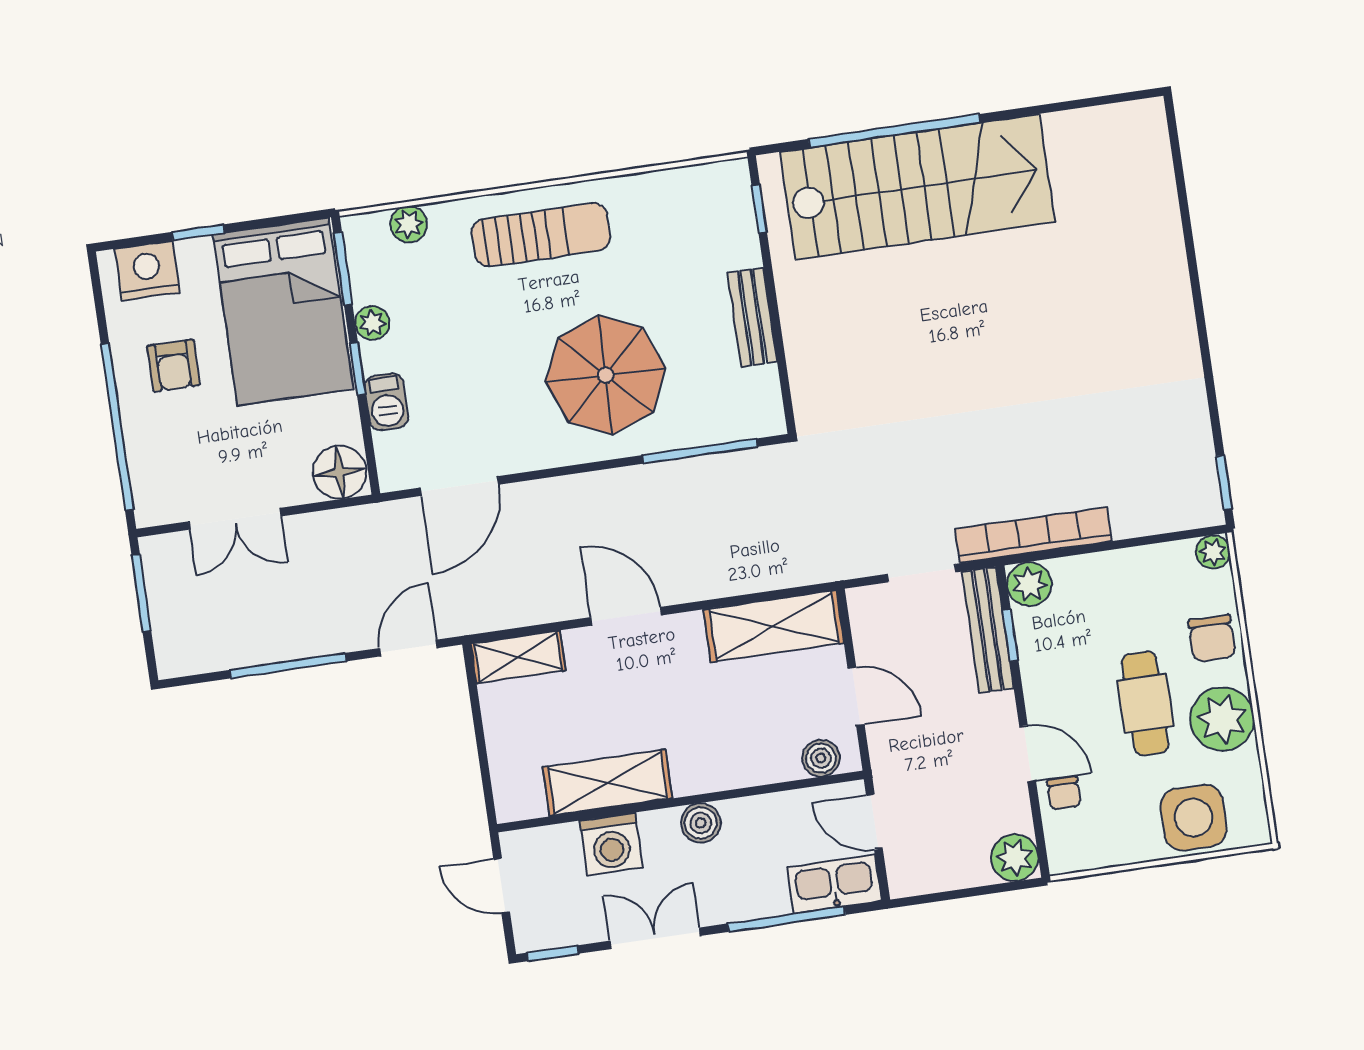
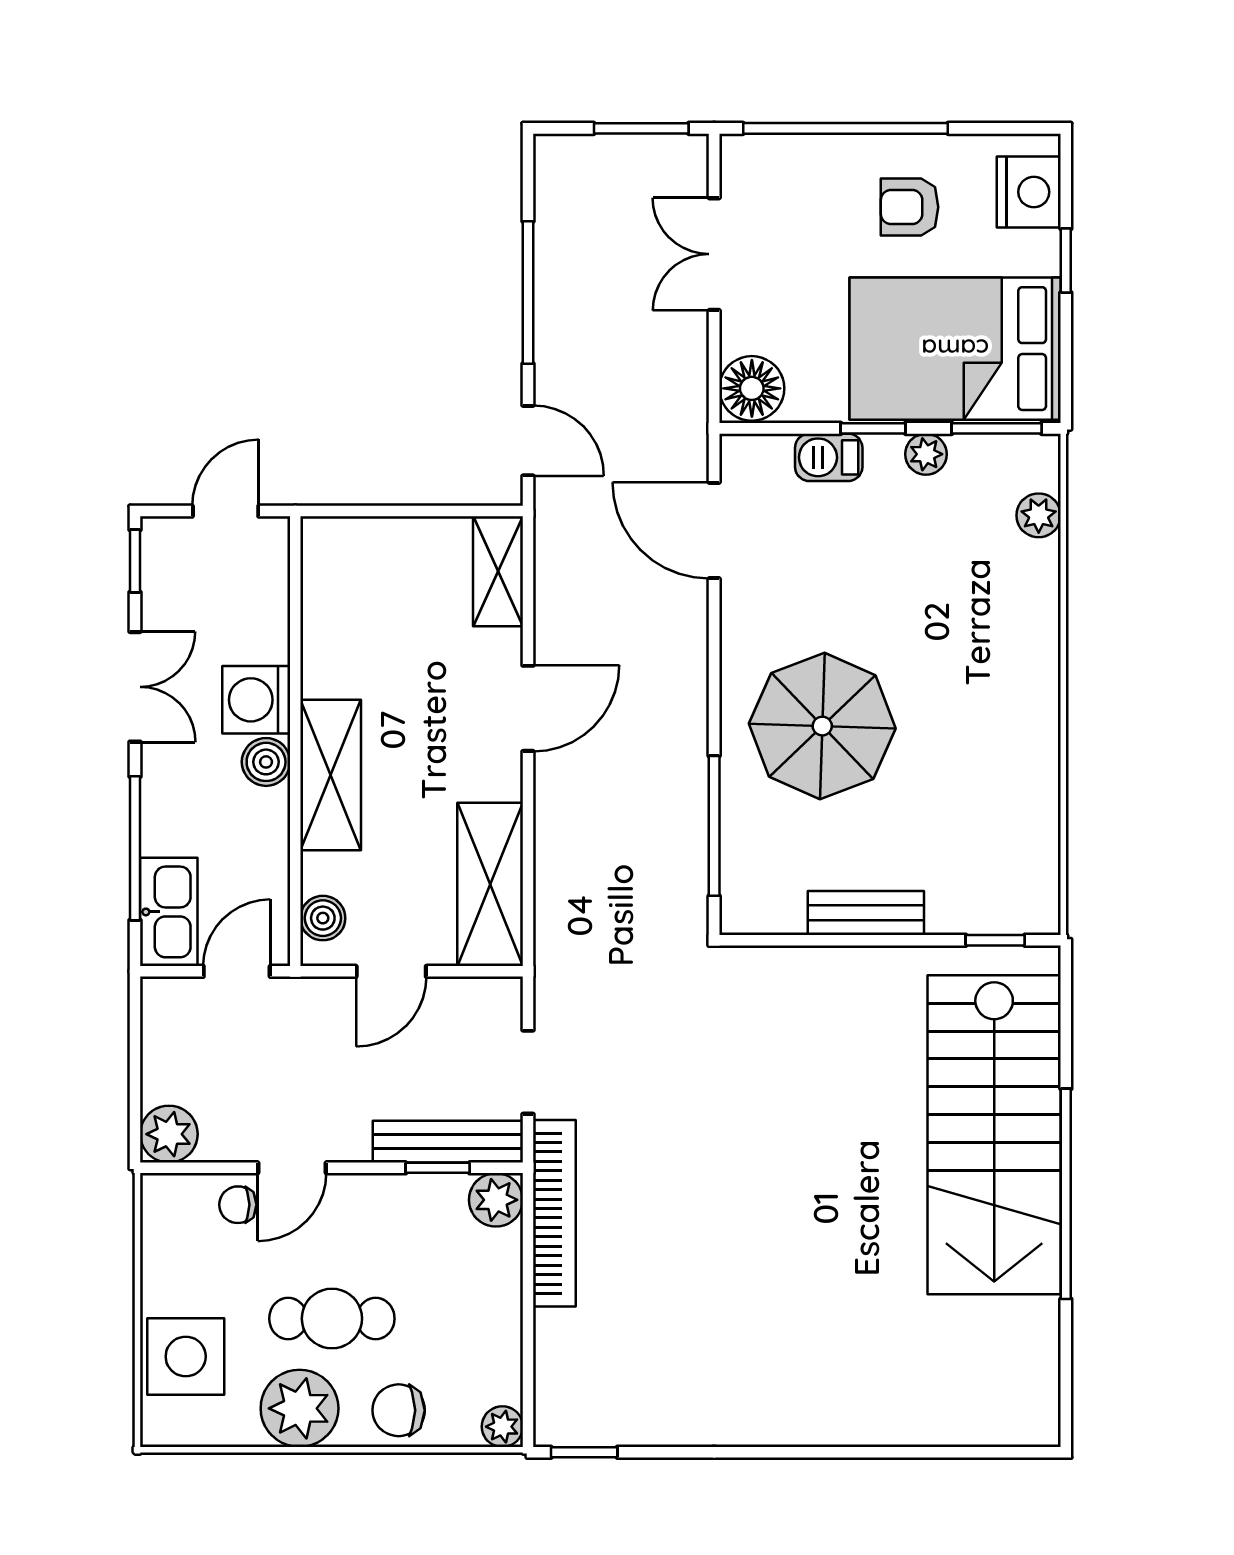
window: (894, 131) -> (1066, 1194), moved
sun lounger: (541, 235) -> (1003, 673), removed
shelving: (608, 783) -> (331, 775), moved
washing machine: (611, 844) -> (256, 700), moved

